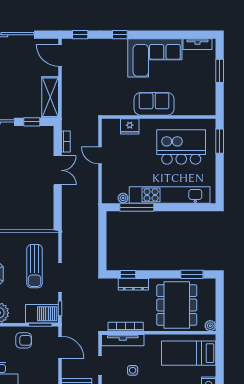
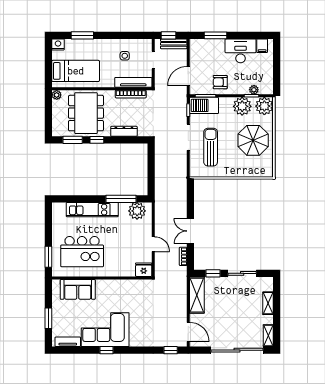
window: (120, 35) -> (106, 350), moved
sofa: (154, 104) -> (78, 289), moved
fridge: (130, 126) -> (144, 270), moved
kitchen unit: (170, 195) -> (92, 210), width x0.73
plant: (123, 198) -> (137, 211), width x1.88, depth x1.88
window: (128, 274) -> (97, 140), moved
door: (60, 347) -> (188, 76), hinge flipped

